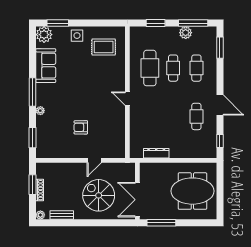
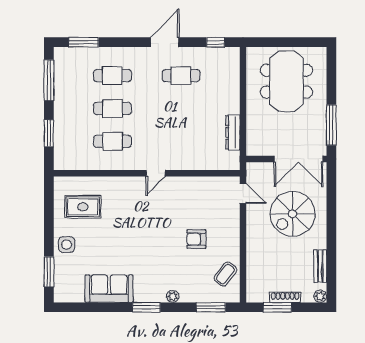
plant: (186, 33) -> (62, 91), removed
plant: (44, 35) -> (65, 291), removed
rug: (104, 47) -> (83, 207), turned 90
cafe table: (150, 68) -> (112, 141), width x0.73, depth x0.74
window: (33, 92) -> (146, 307), width x0.69
armchair: (81, 127) -> (196, 239), turned 90
coffee table: (56, 148) -> (225, 274), added
door: (94, 160) -> (243, 193), moved

